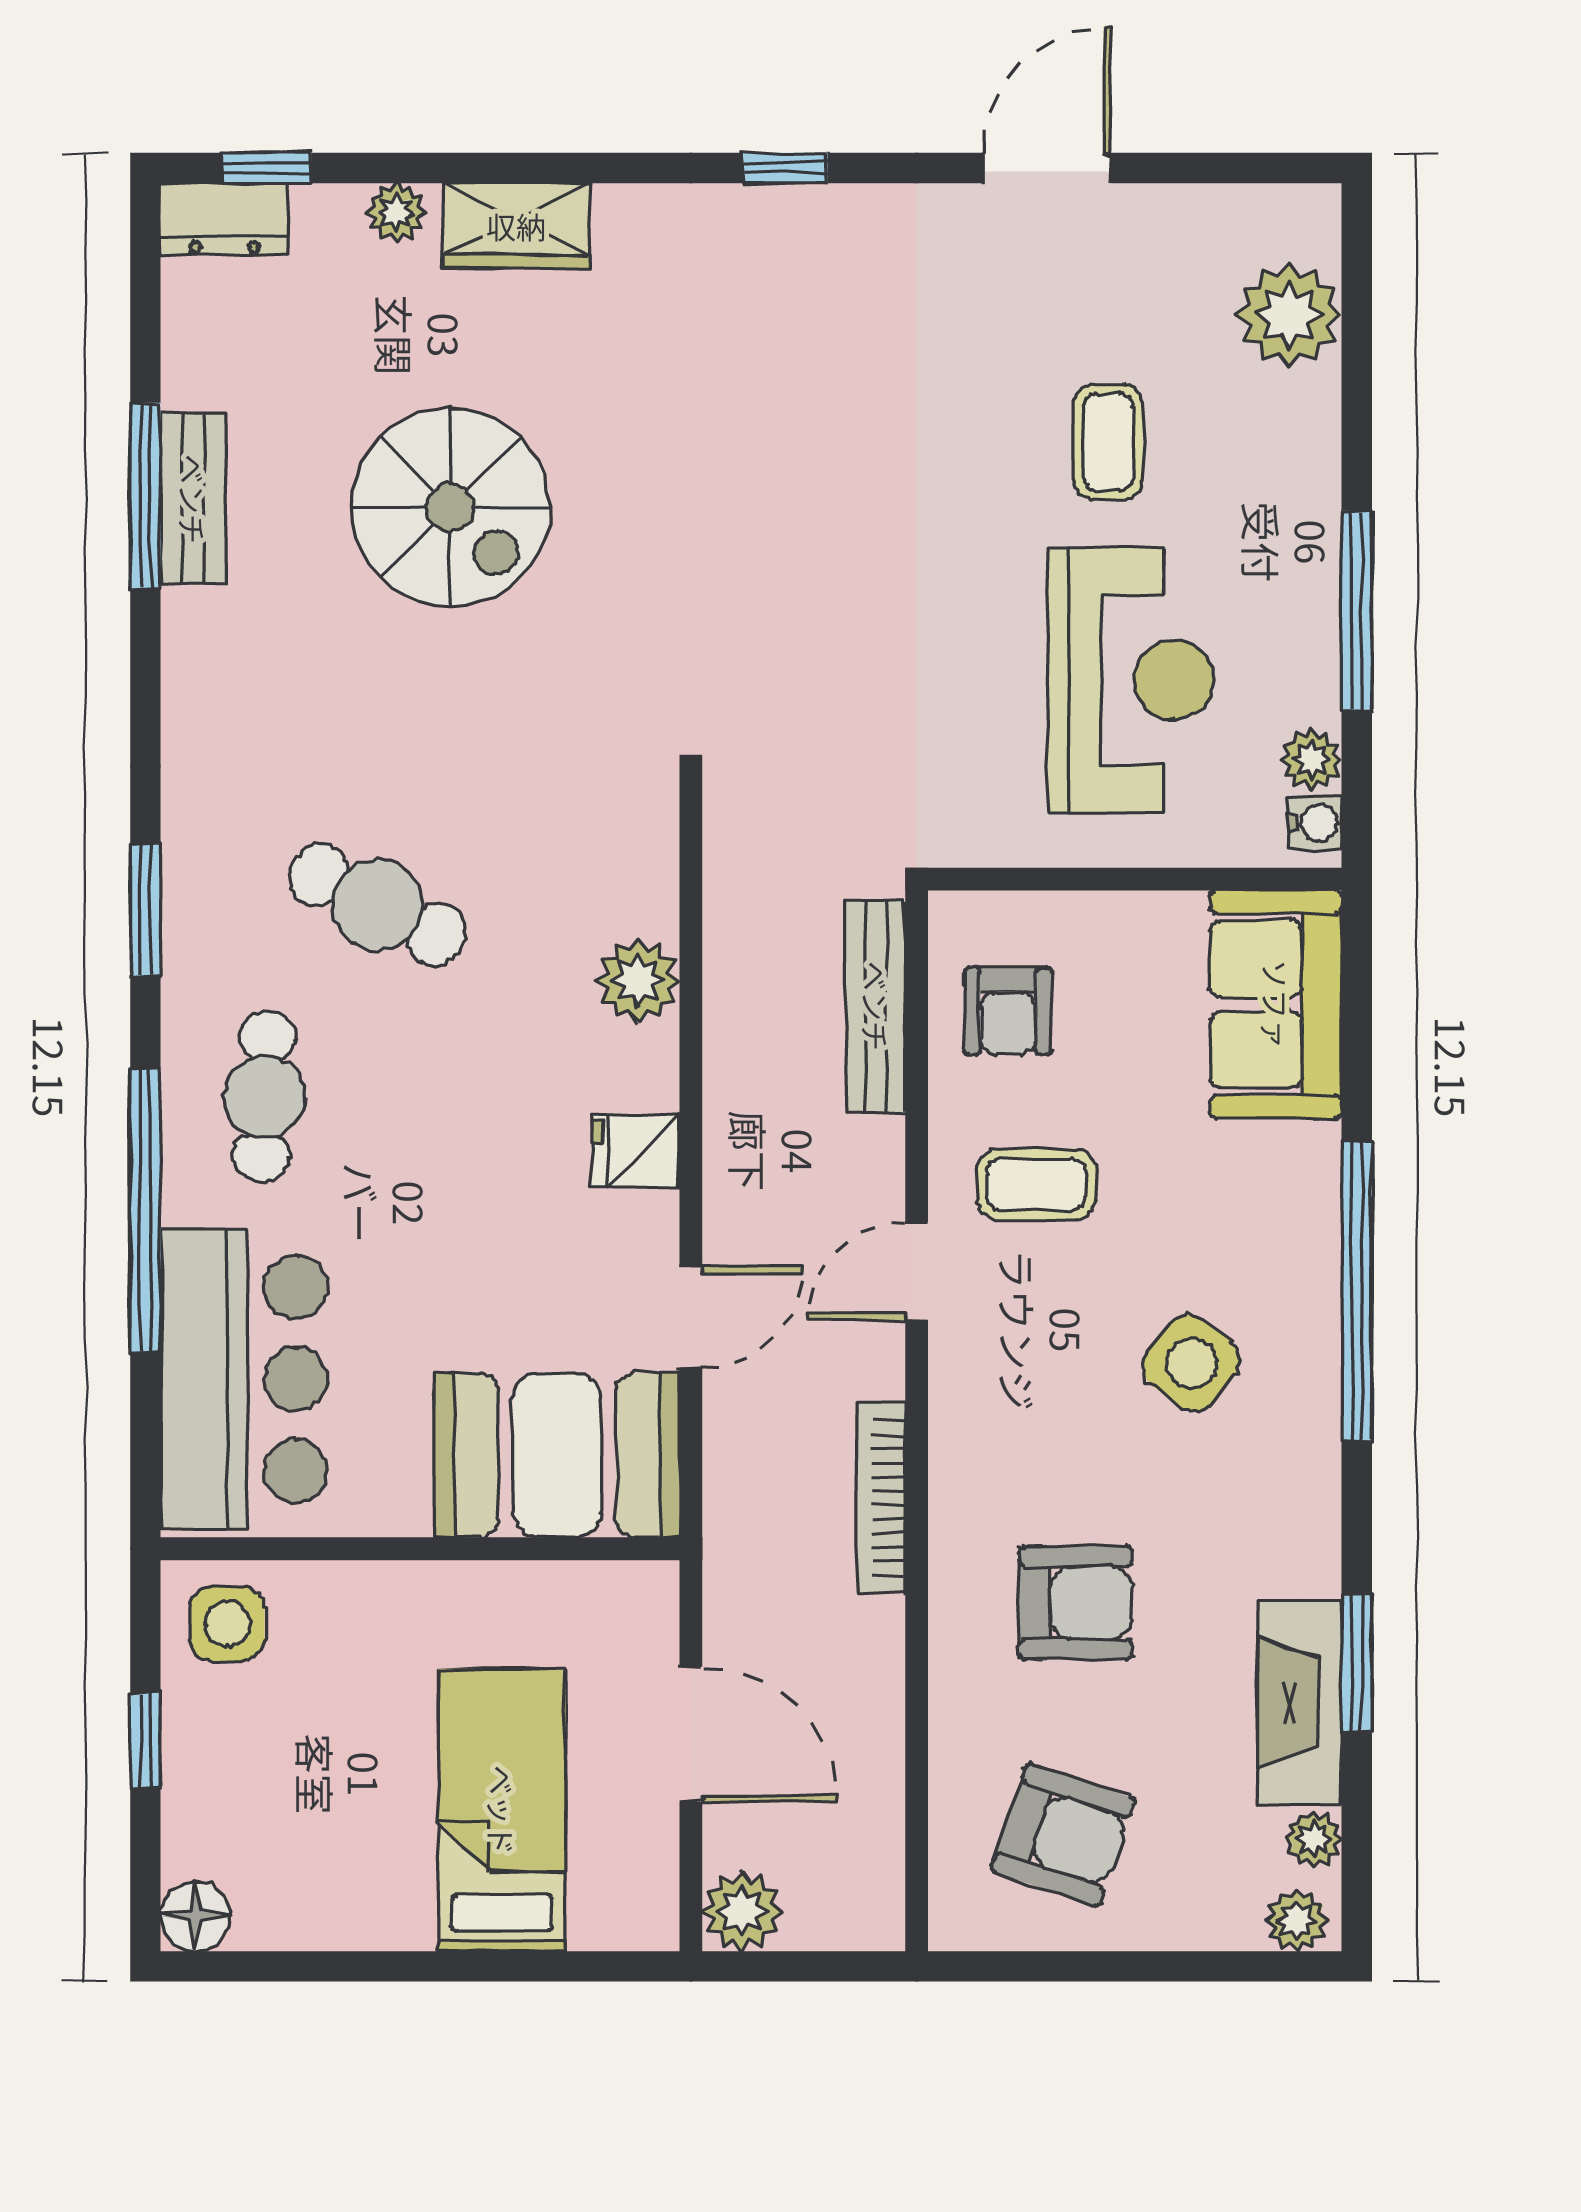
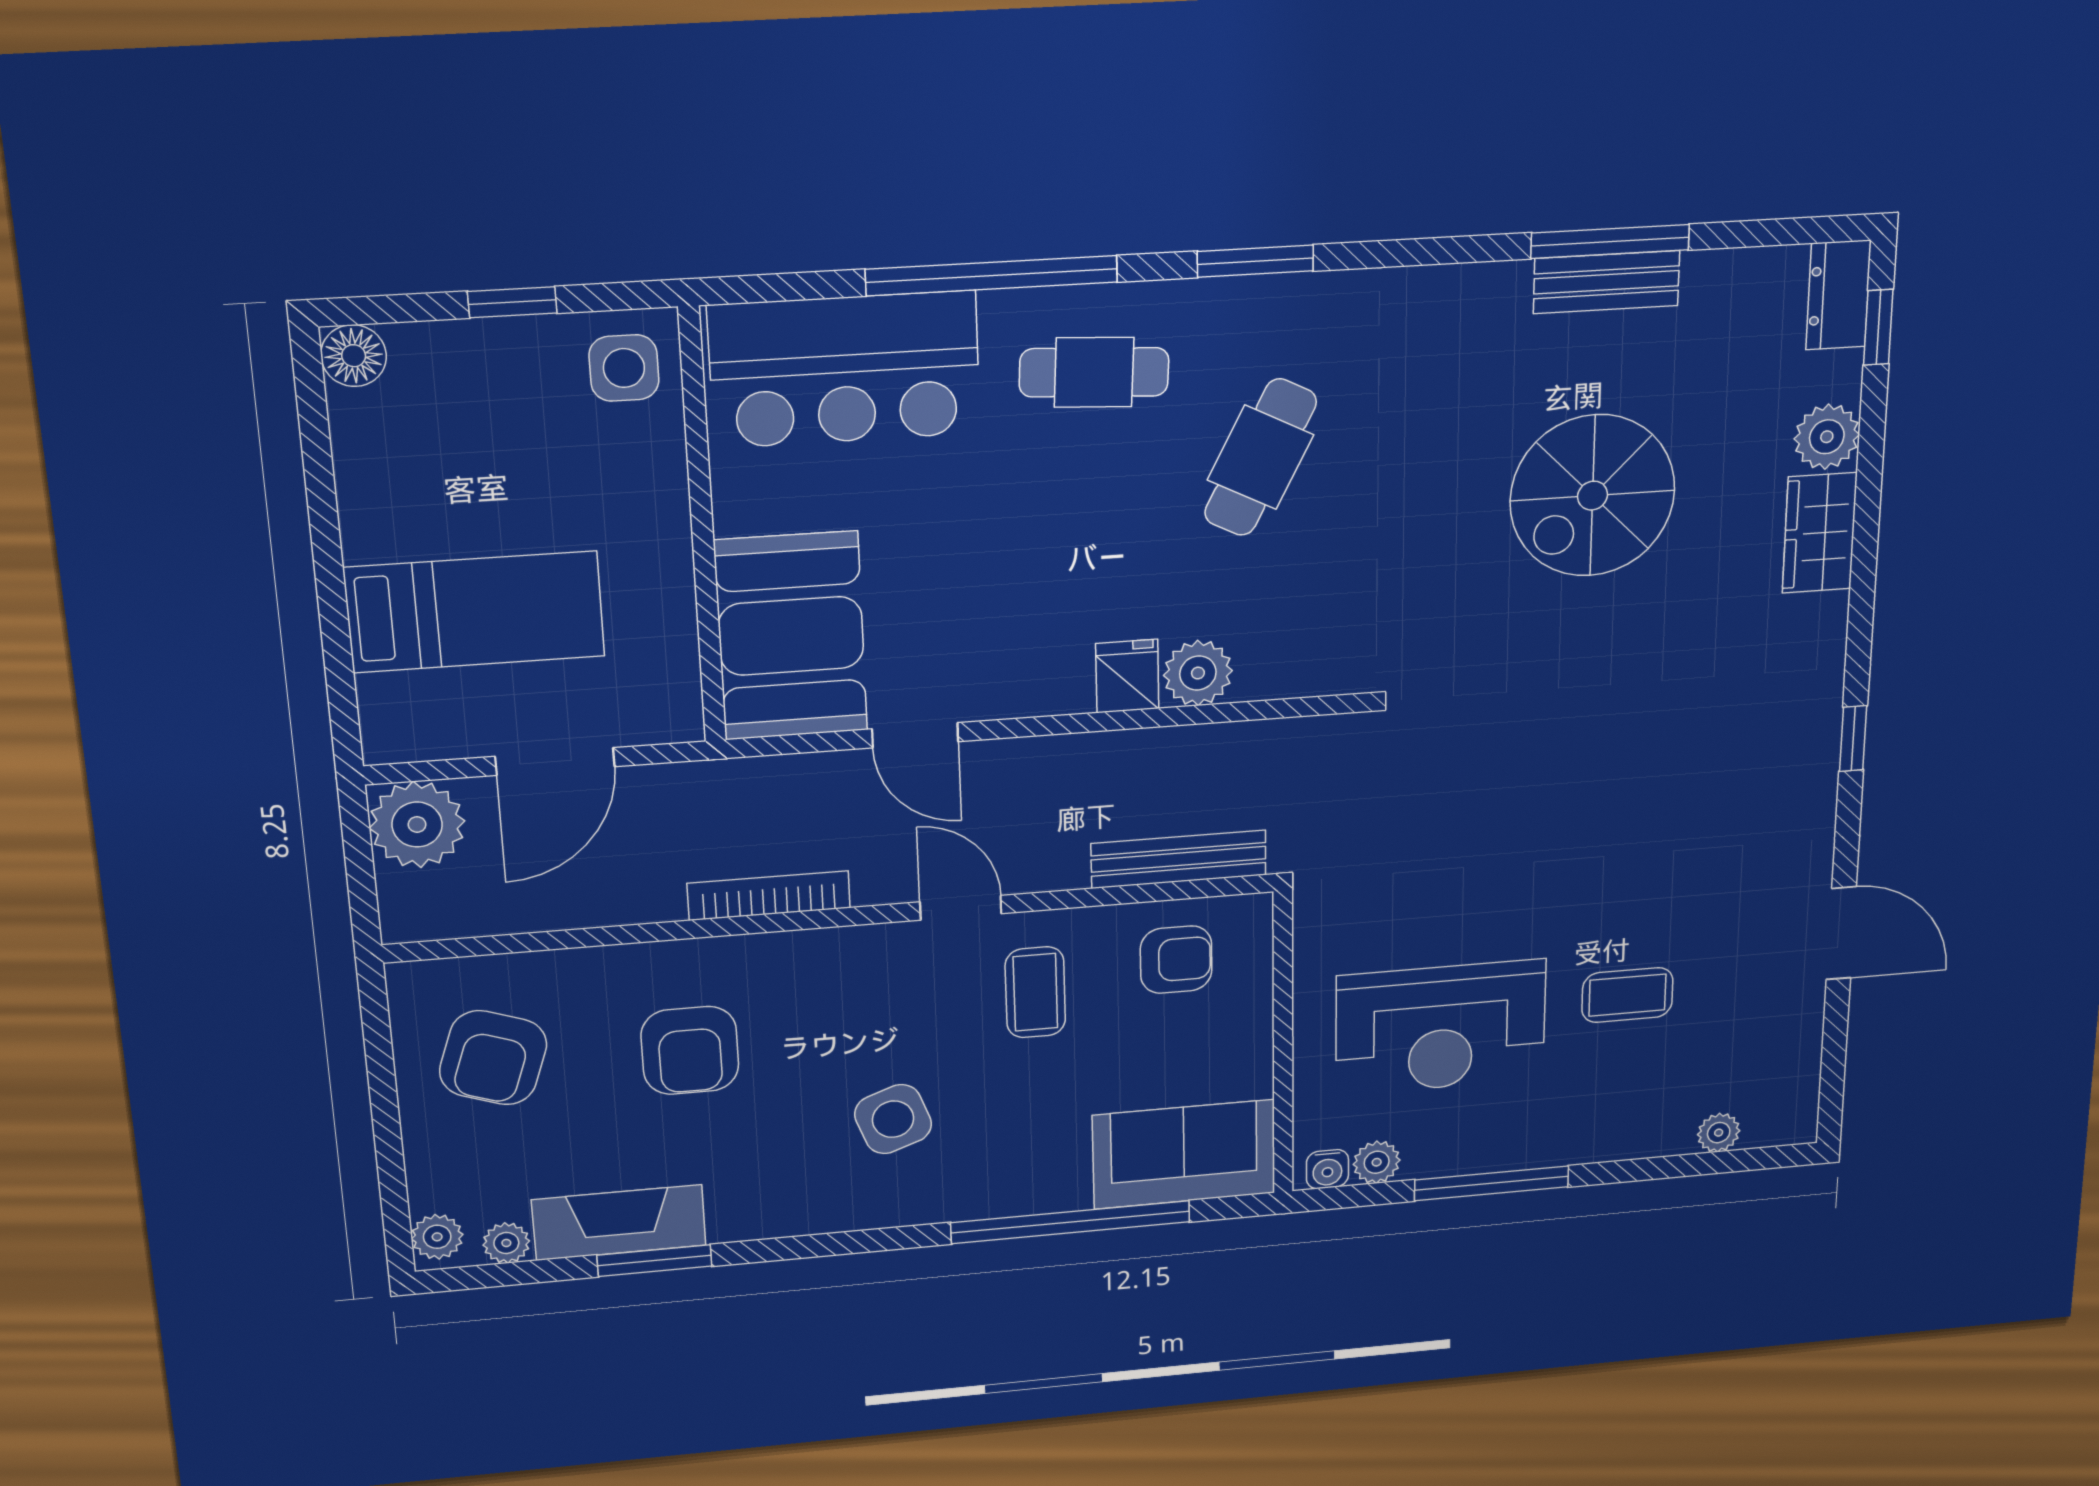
plant: (396, 212) -> (1827, 437), width x1.38, depth x1.38
plant: (1289, 315) -> (1719, 1133), width x0.53, depth x0.53
armchair: (1008, 1011) -> (1176, 960), turned 180
fridge: (636, 1151) -> (1127, 676), moved
window: (1357, 1291) -> (1071, 1222), moved
side table: (1191, 1363) -> (893, 1119), turned 33
plant: (742, 1911) -> (417, 825), width x1.36, depth x1.36

